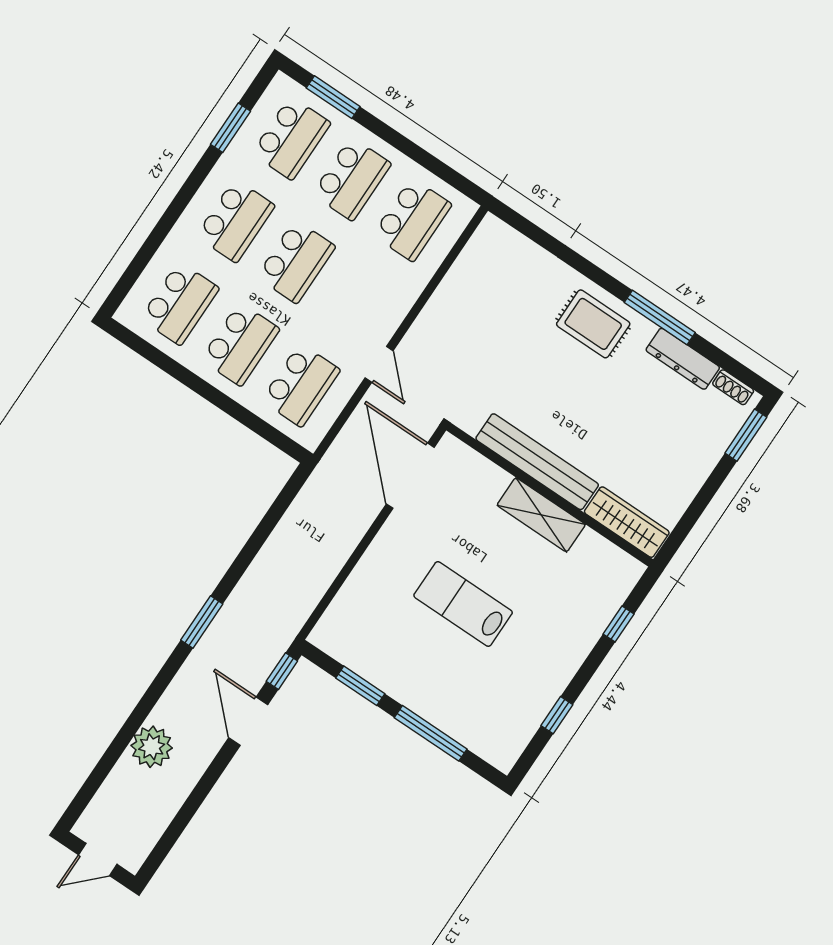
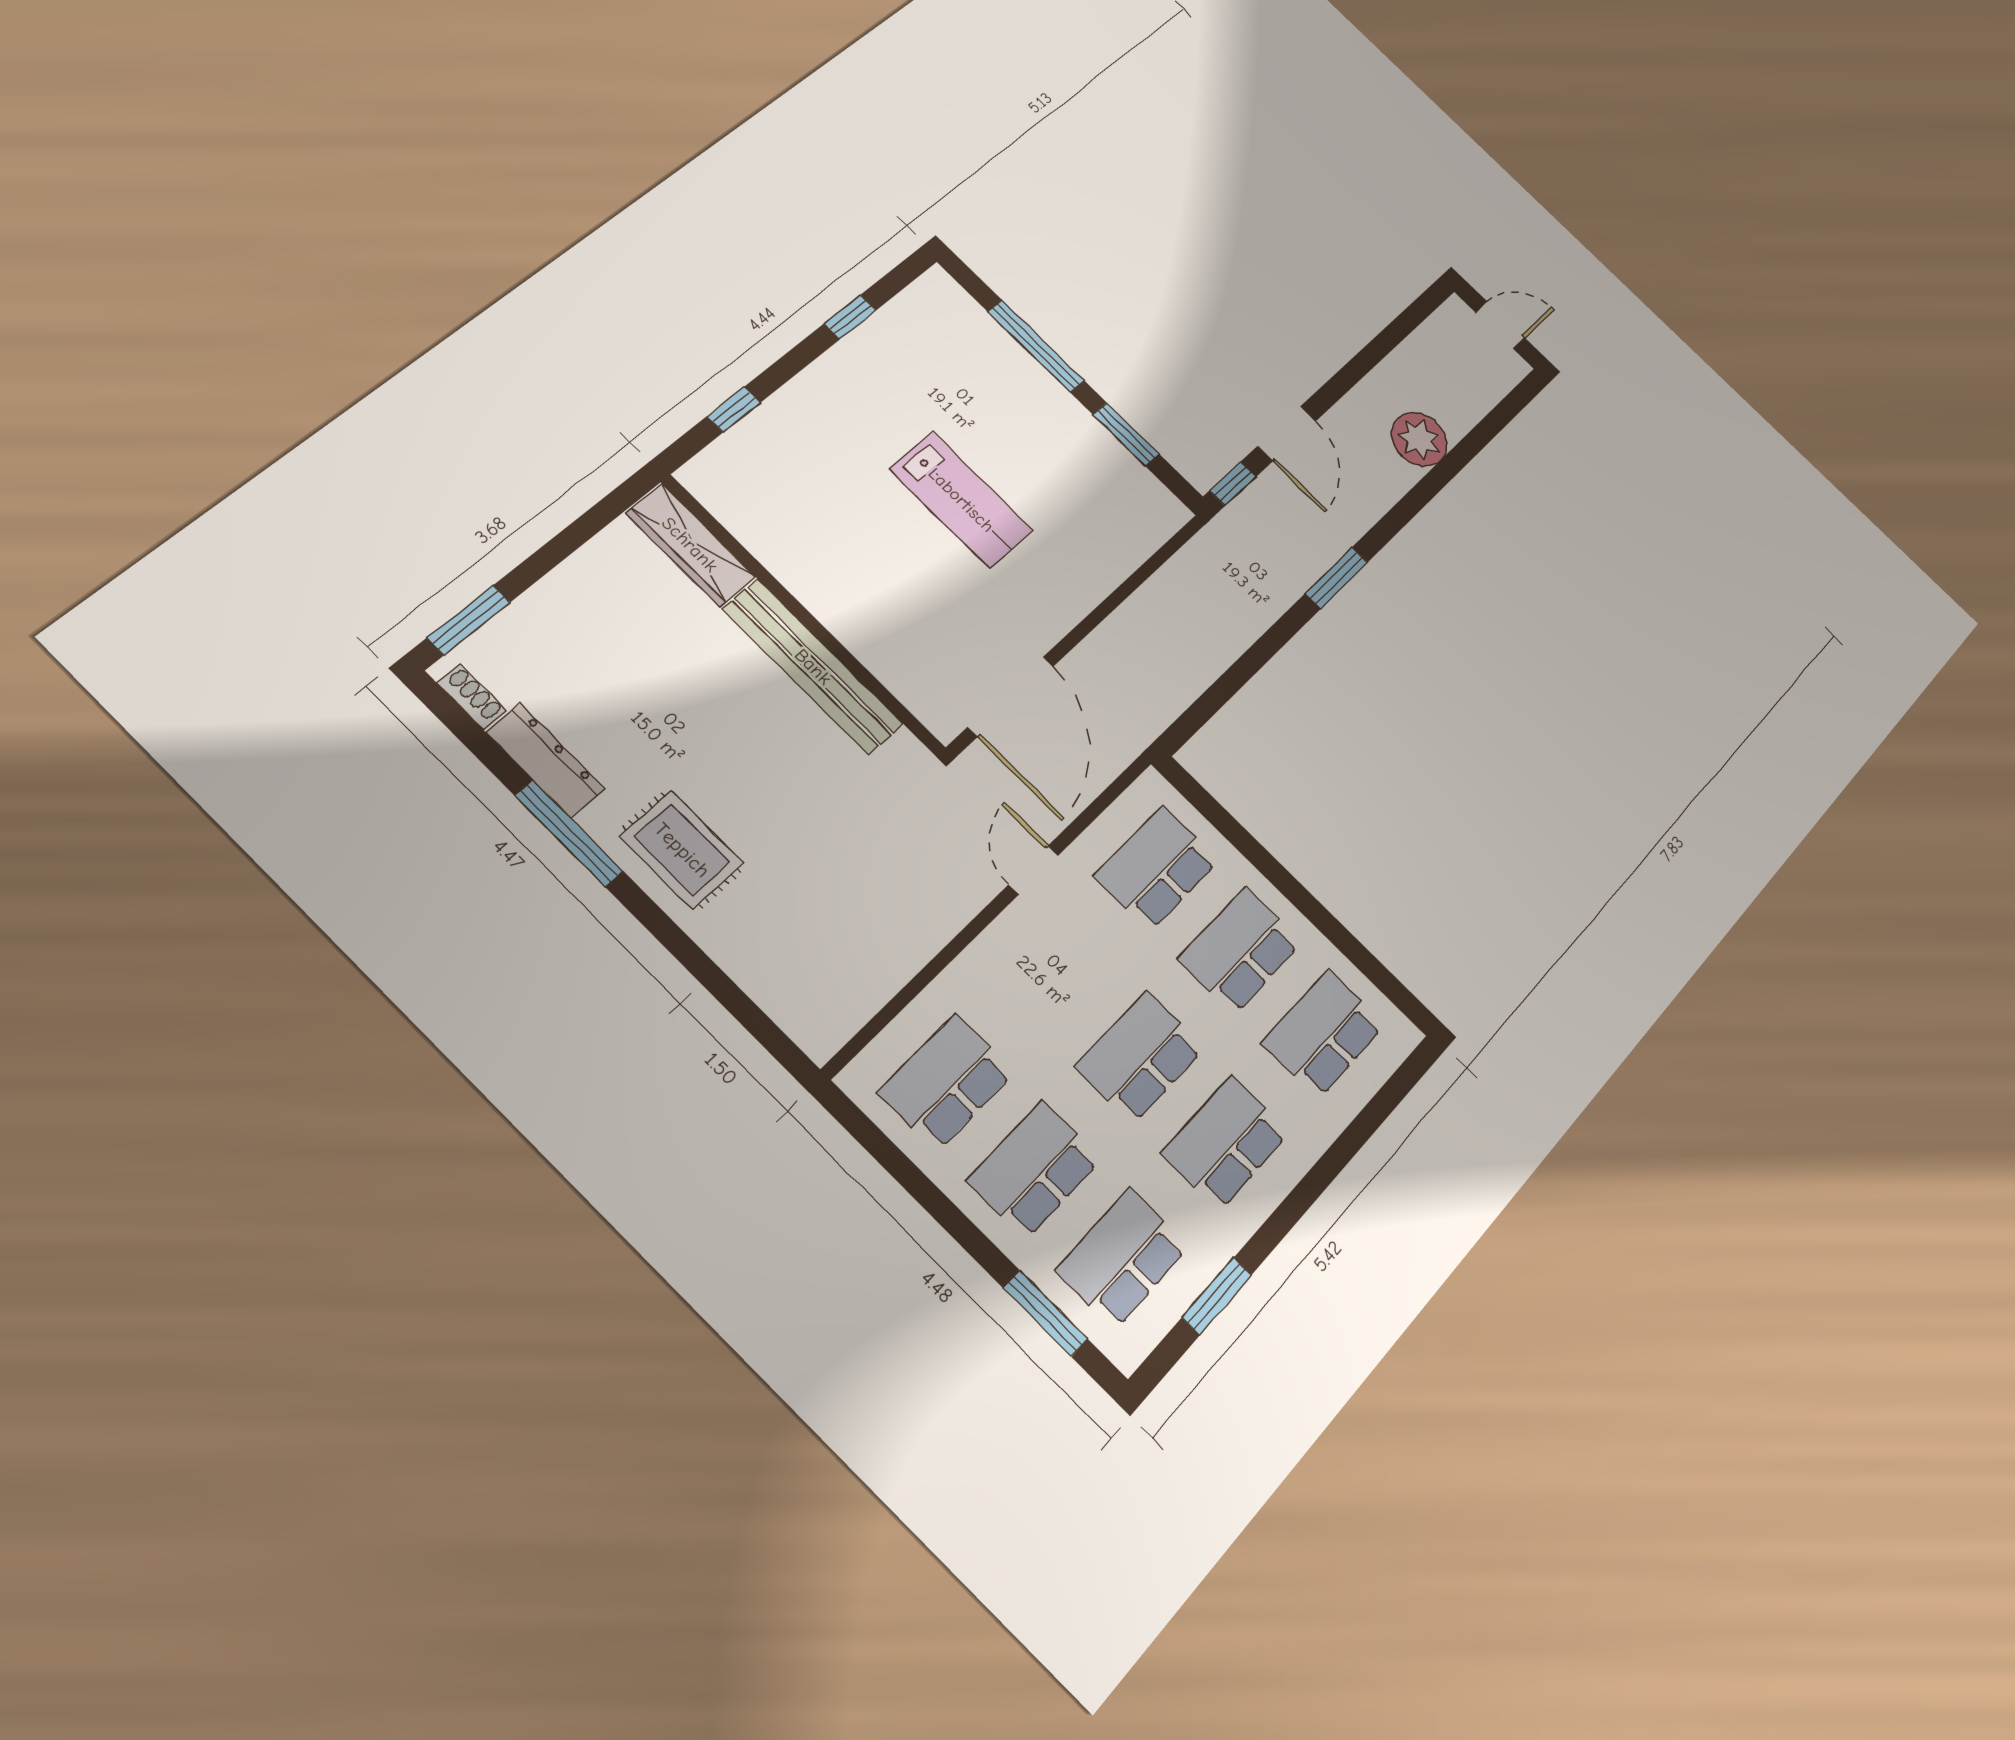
shelving: (541, 515) -> (821, 590), removed

